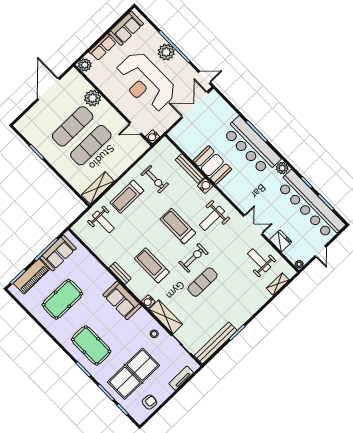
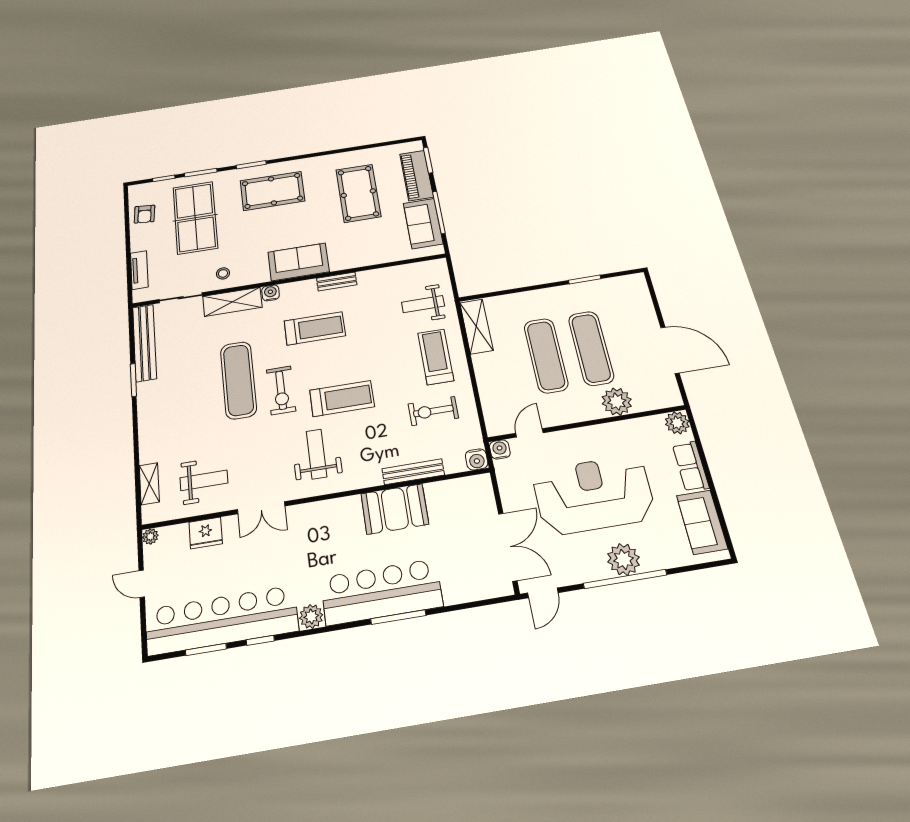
water cooler: (205, 186) -> (477, 459), moved
exercise mat: (203, 282) -> (238, 380), width x1.36, depth x1.45

